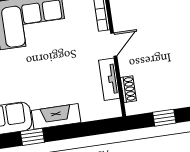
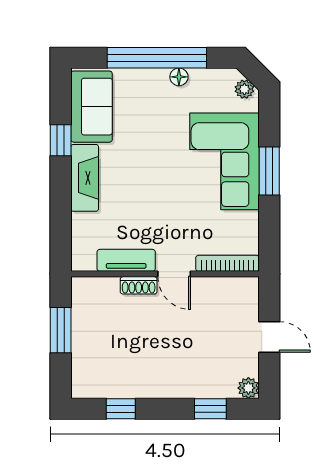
shoe rack: (128, 89) -> (139, 285), moved
window: (164, 118) -> (61, 330), width x1.50

